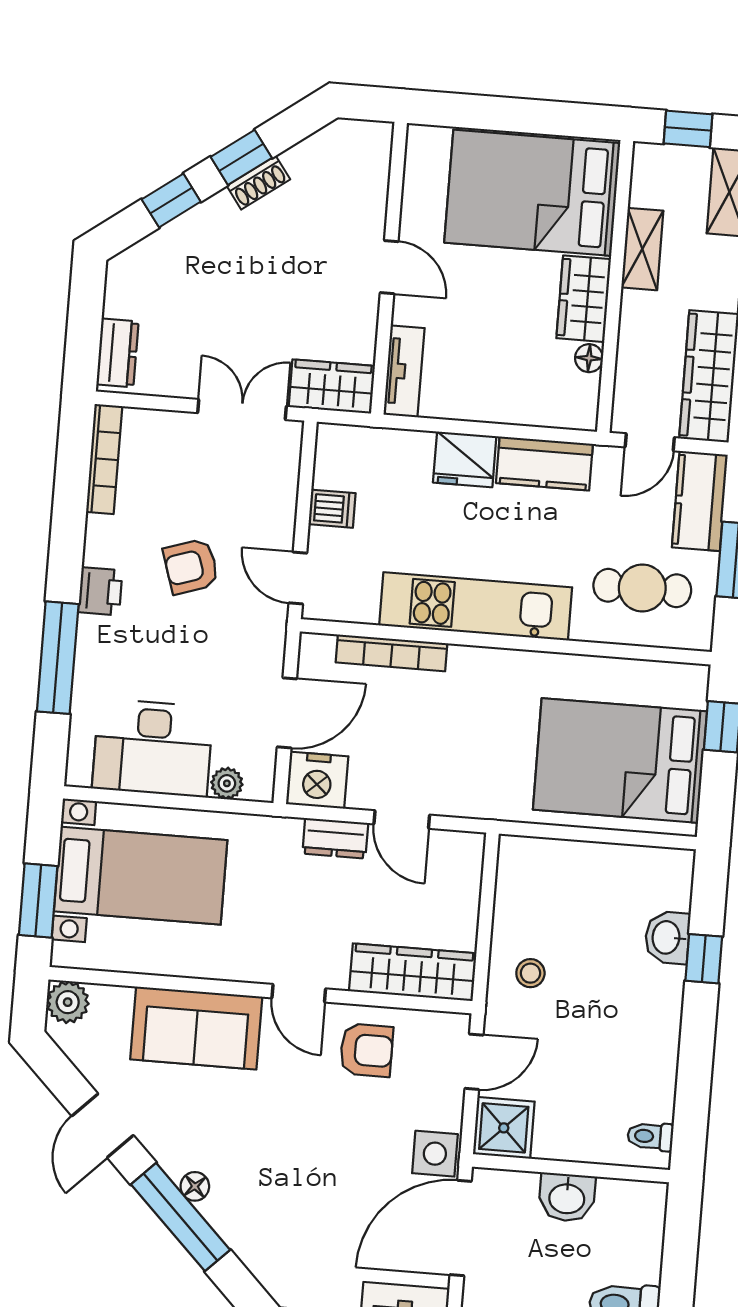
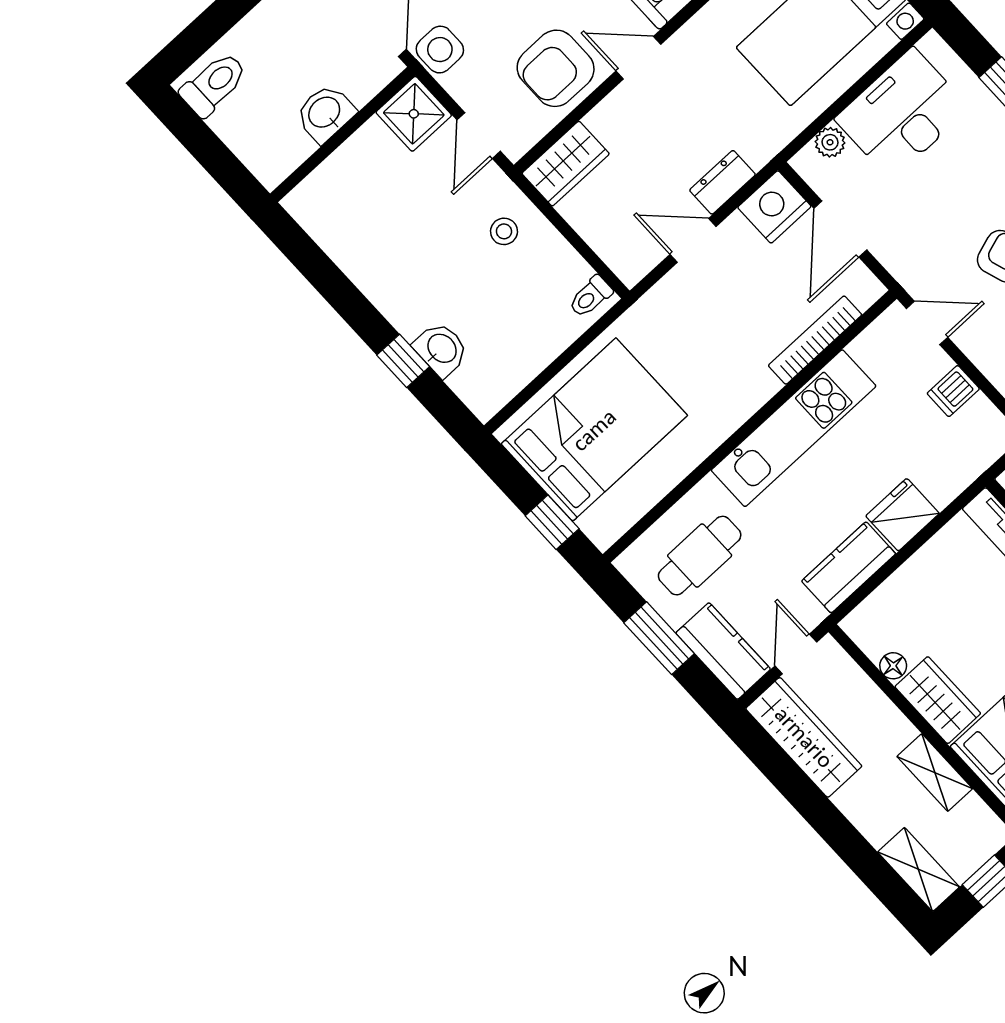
wardrobe: (413, 972) -> (566, 164), width x0.67
armchair: (366, 1050) -> (556, 68), width x1.38, depth x1.38
toilet: (650, 1136) -> (590, 297), moved, turned 180

